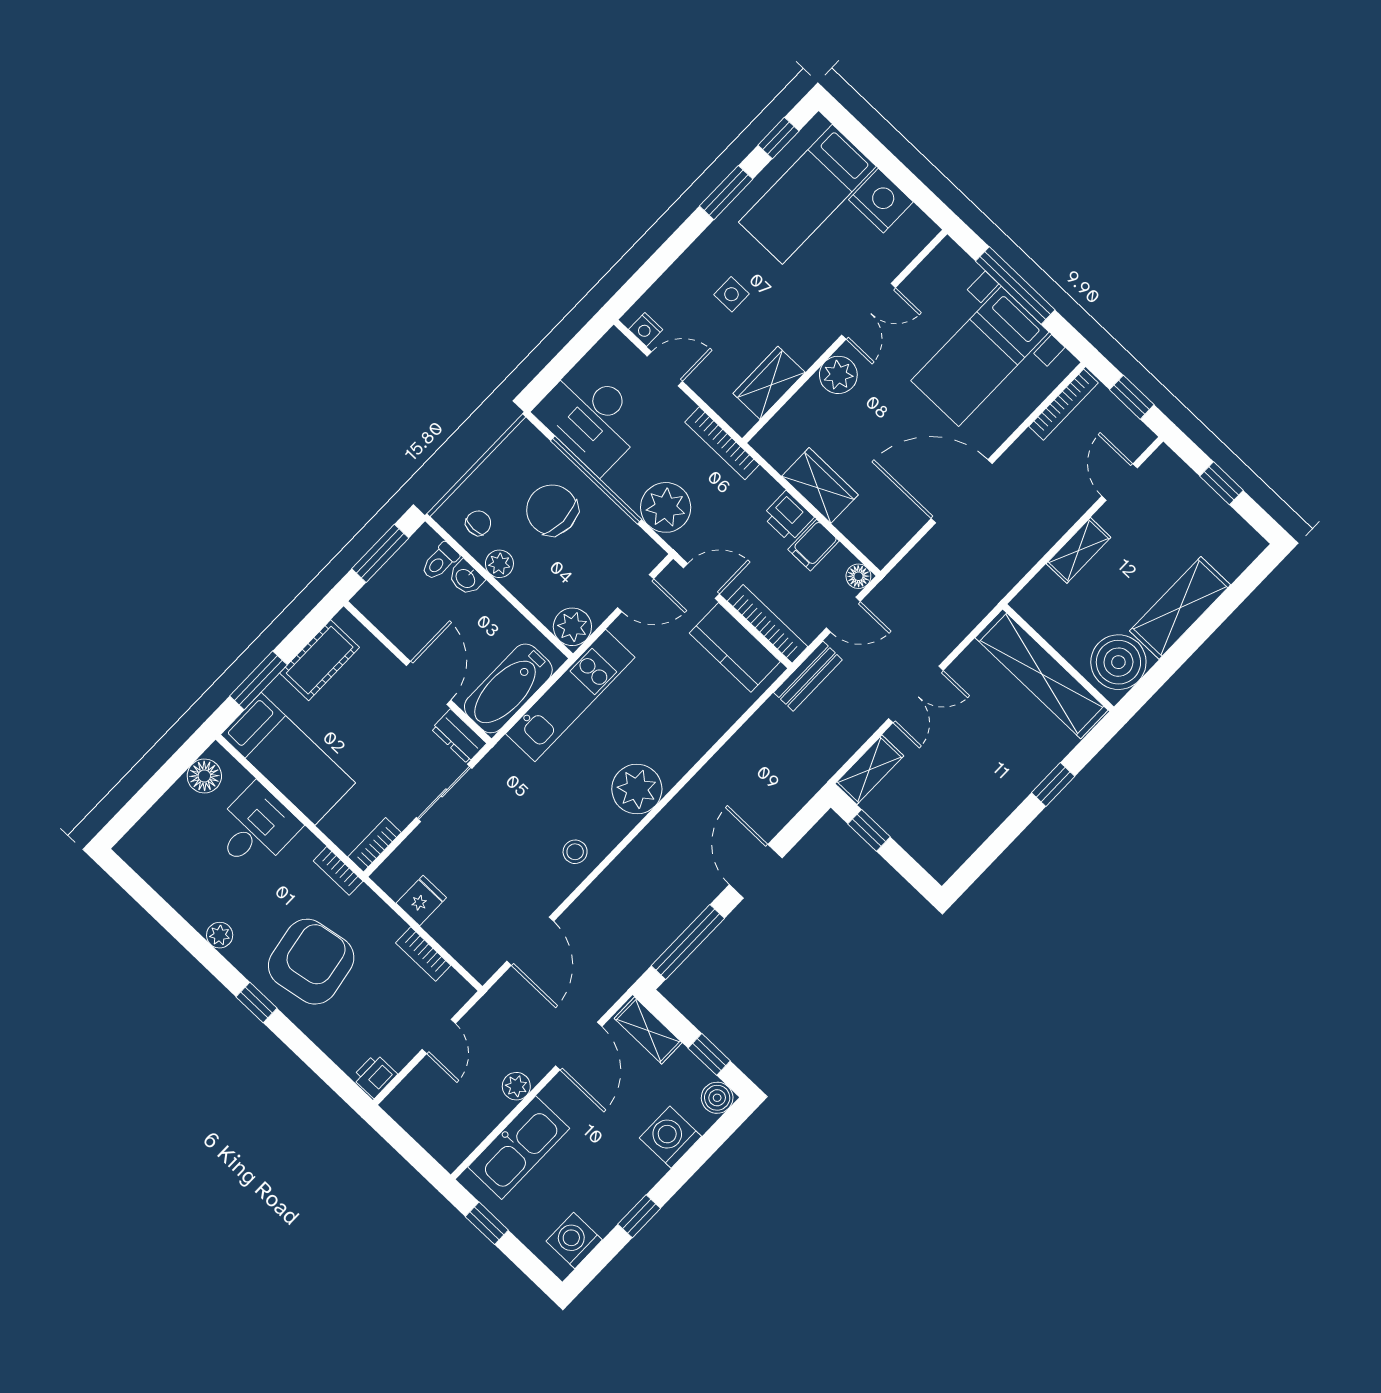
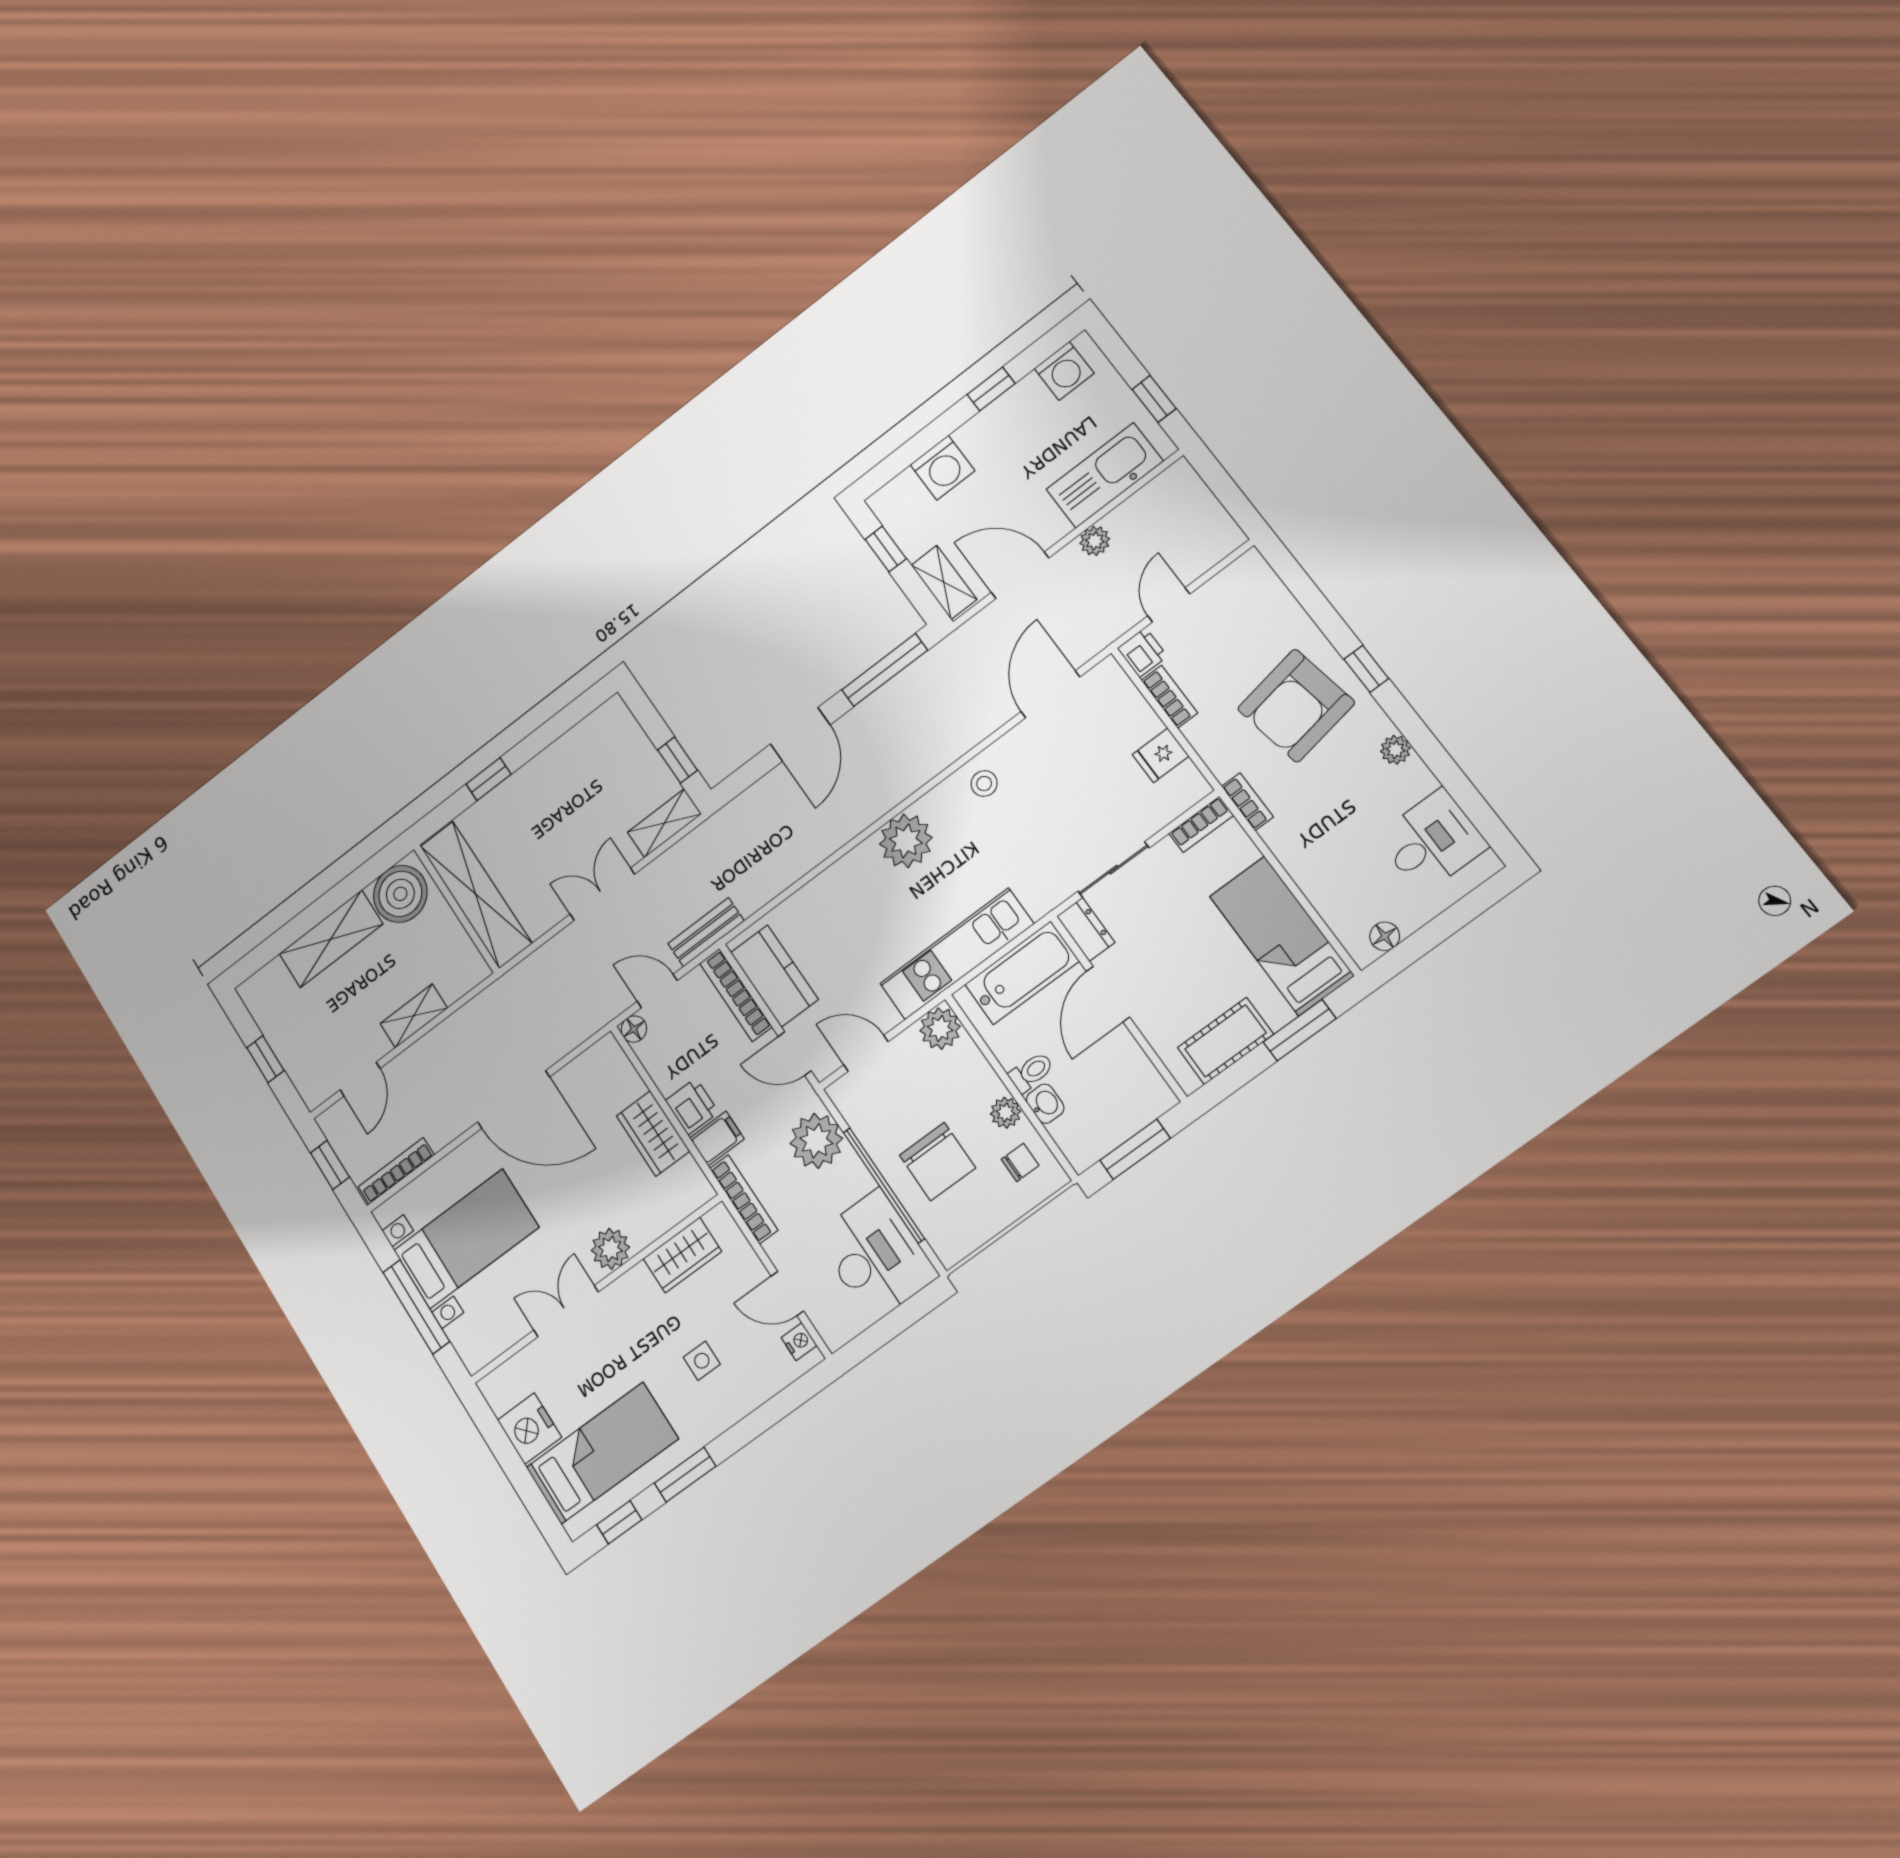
chair: (478, 523) -> (1020, 1162), turned 180
filing cabinet: (813, 545) -> (717, 1138), moved
toilet: (440, 561) -> (1031, 1072), moved
floor lamp: (204, 776) -> (1385, 936), width x0.73, depth x0.73
desk: (255, 828) -> (1432, 841), moved, turned 180
door: (579, 1046) -> (1020, 575), hinge flipped
printer: (375, 1076) -> (1142, 652), moved, turned -90
boiler: (717, 1098) -> (886, 503), removed

